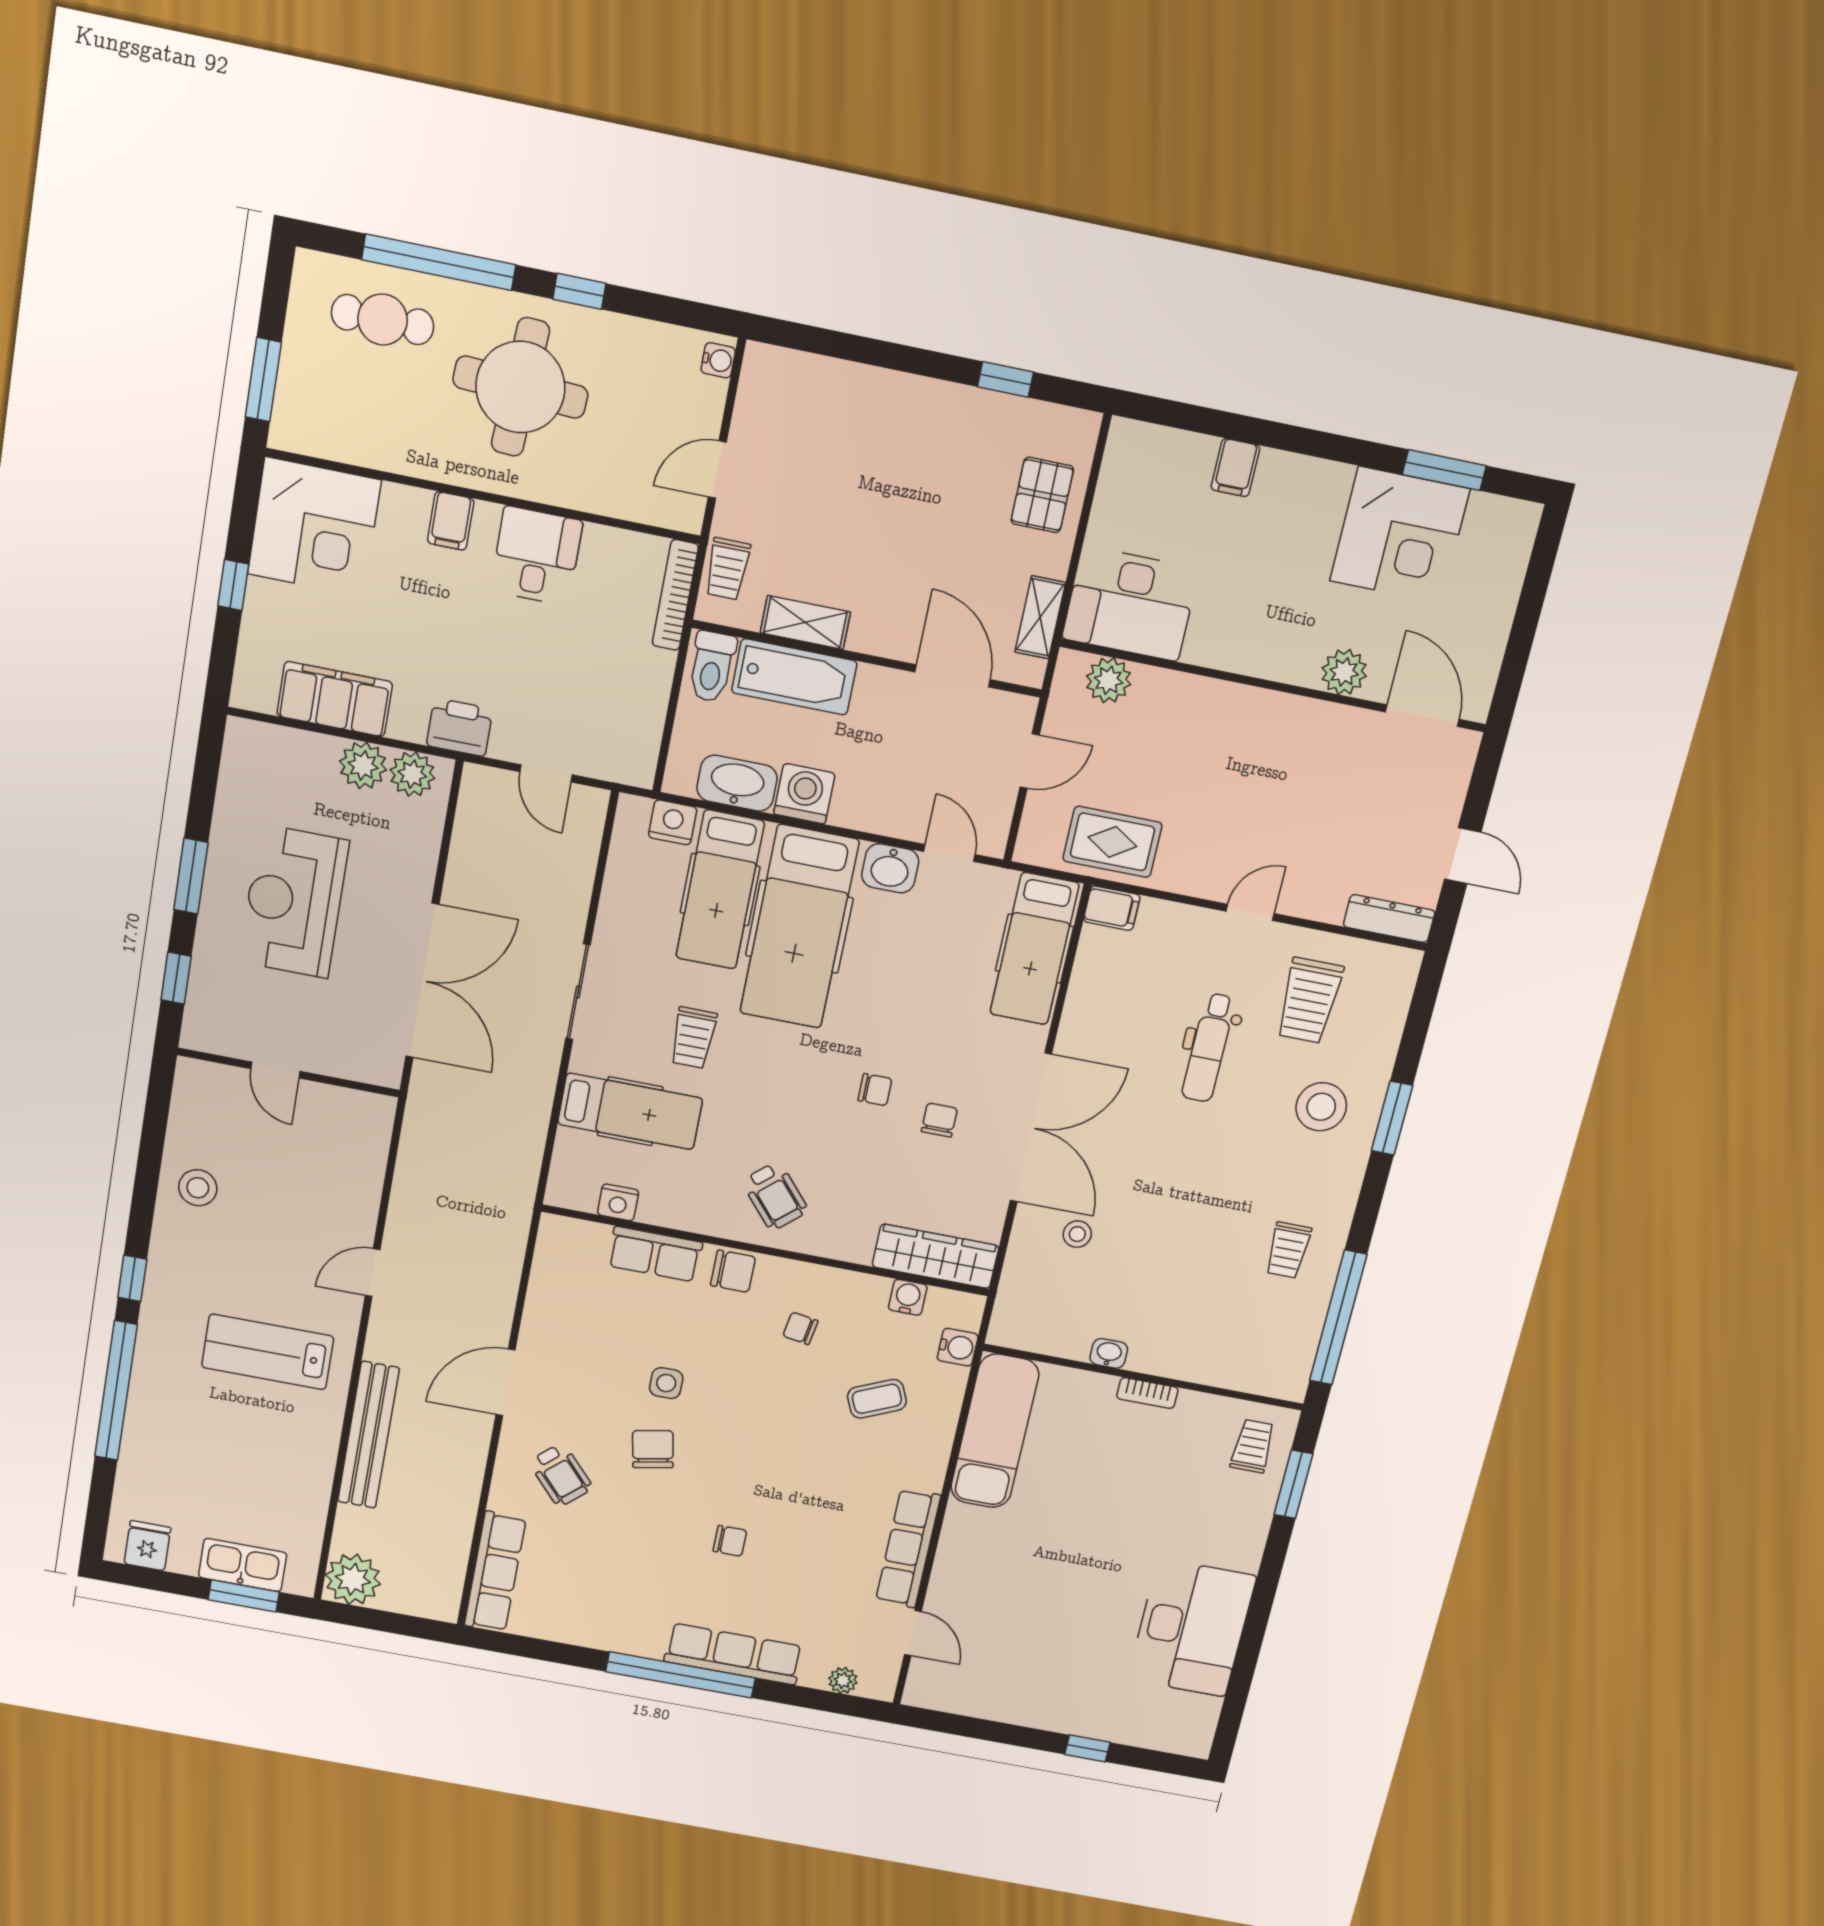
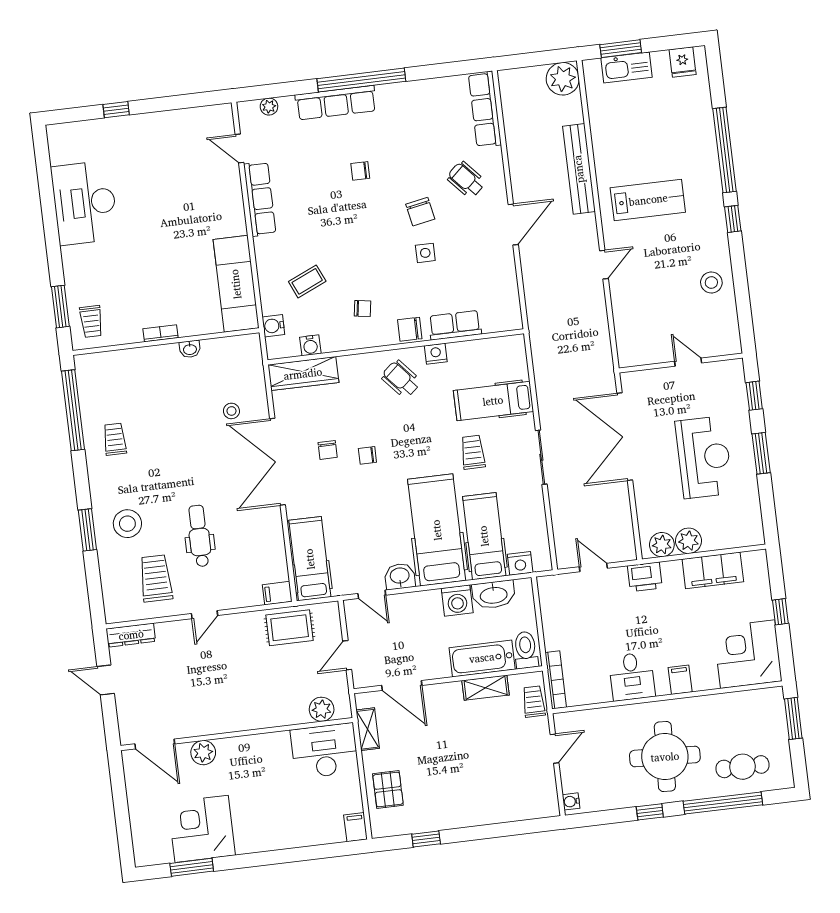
filing cabinet: (1235, 468) -> (355, 827), moved
nightstand: (618, 1202) -> (436, 354), moved

